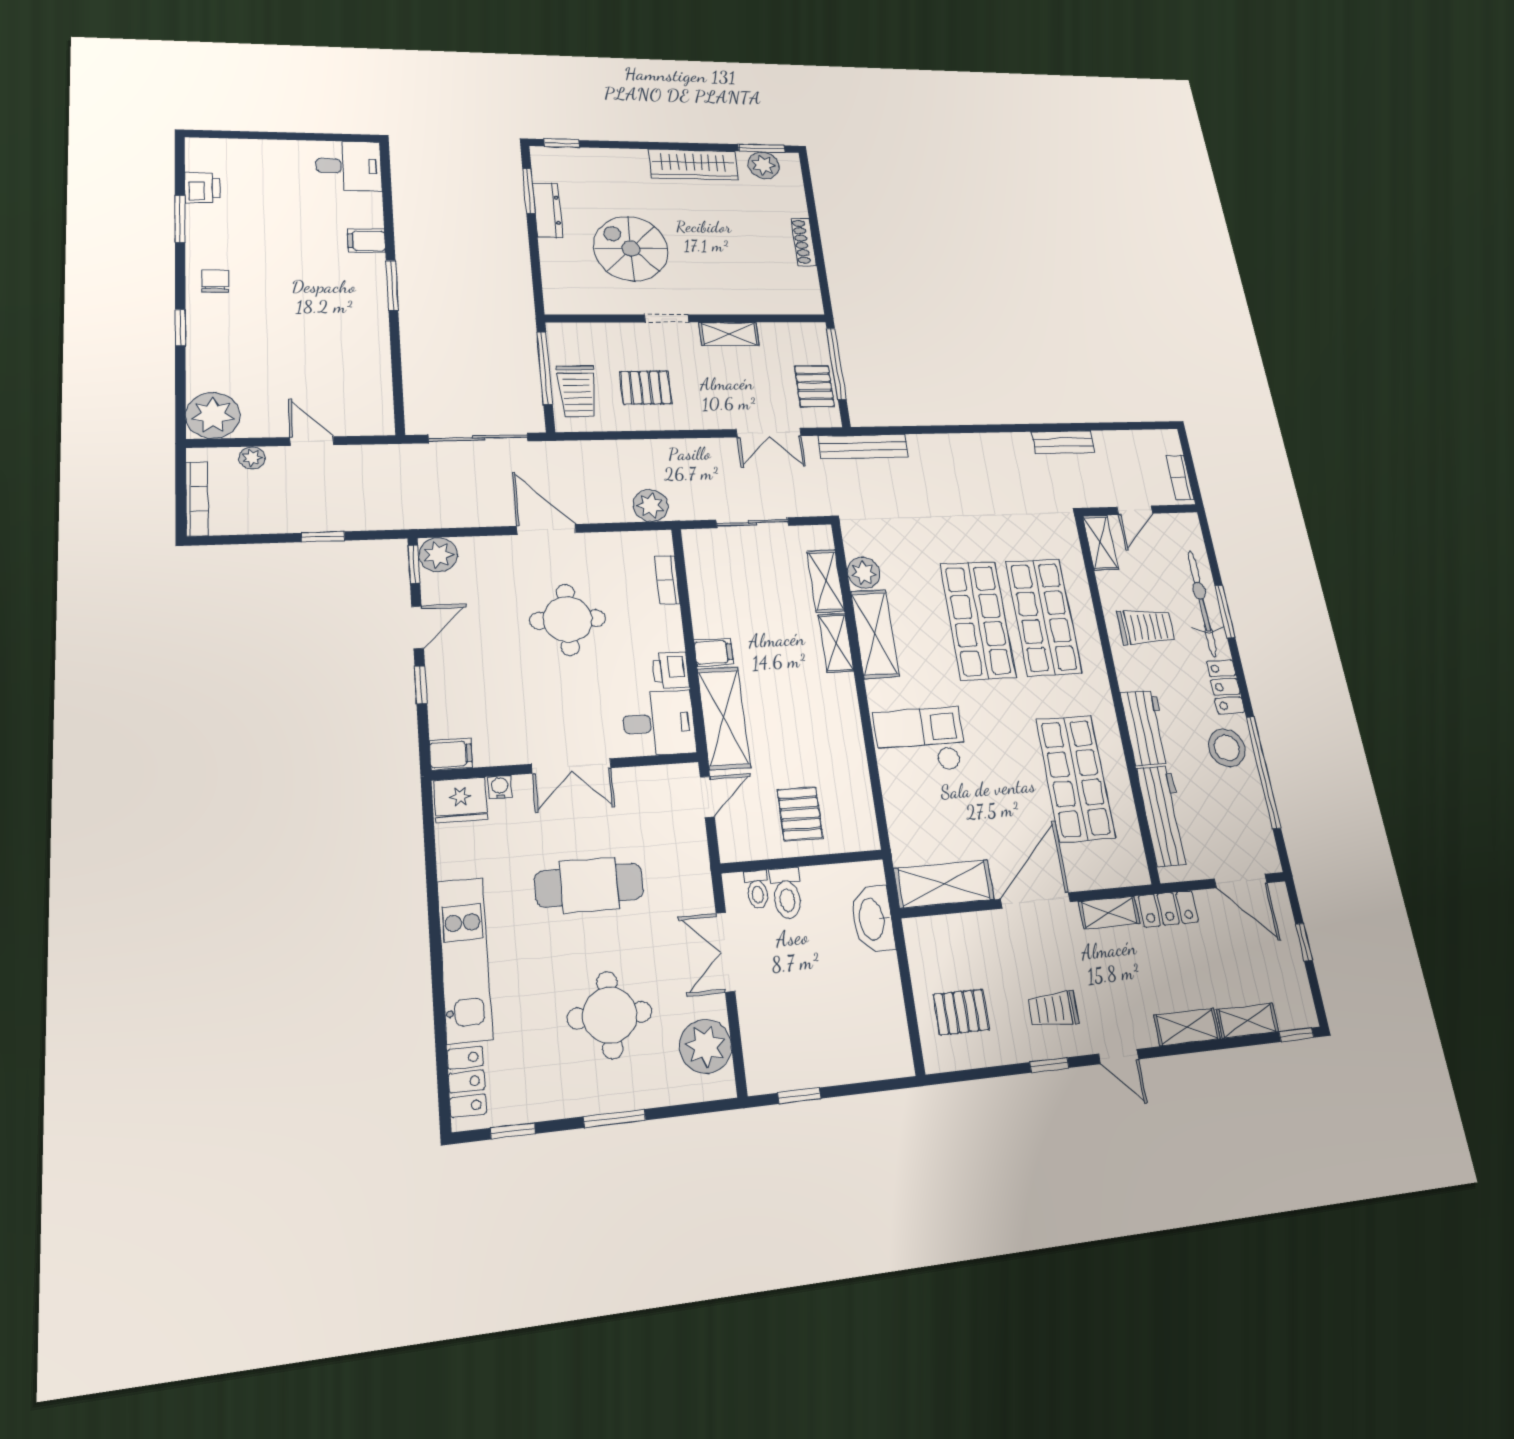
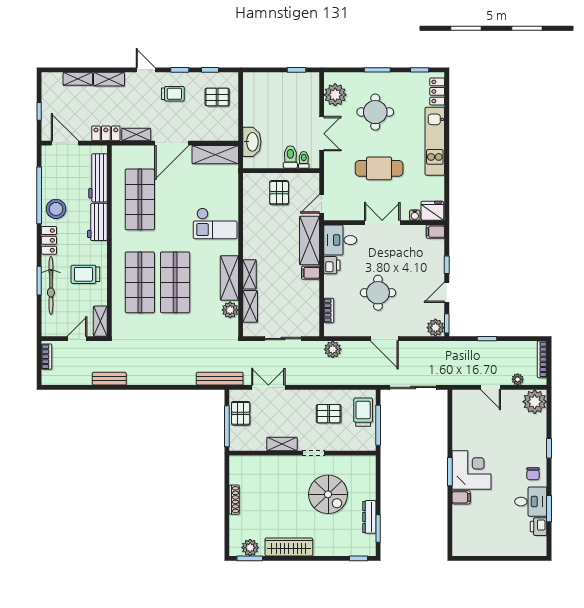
desk: (349, 166) -> (531, 502), moved, turned 180
corner desk: (347, 289) -> (472, 470), added
window: (1296, 1035) -> (210, 70), moved

